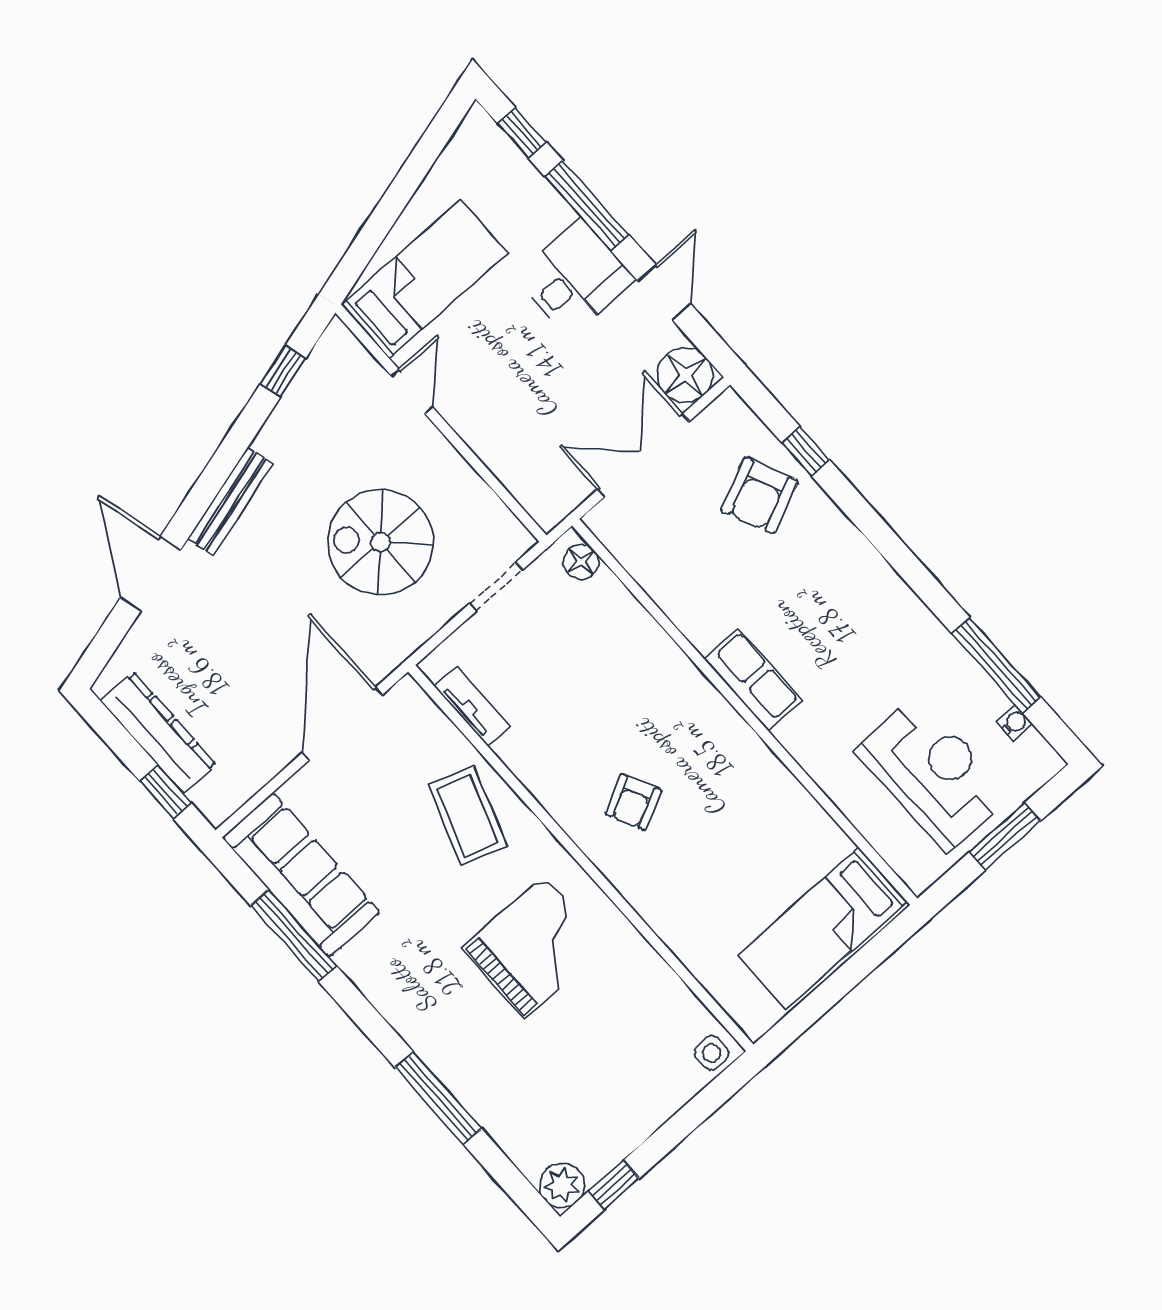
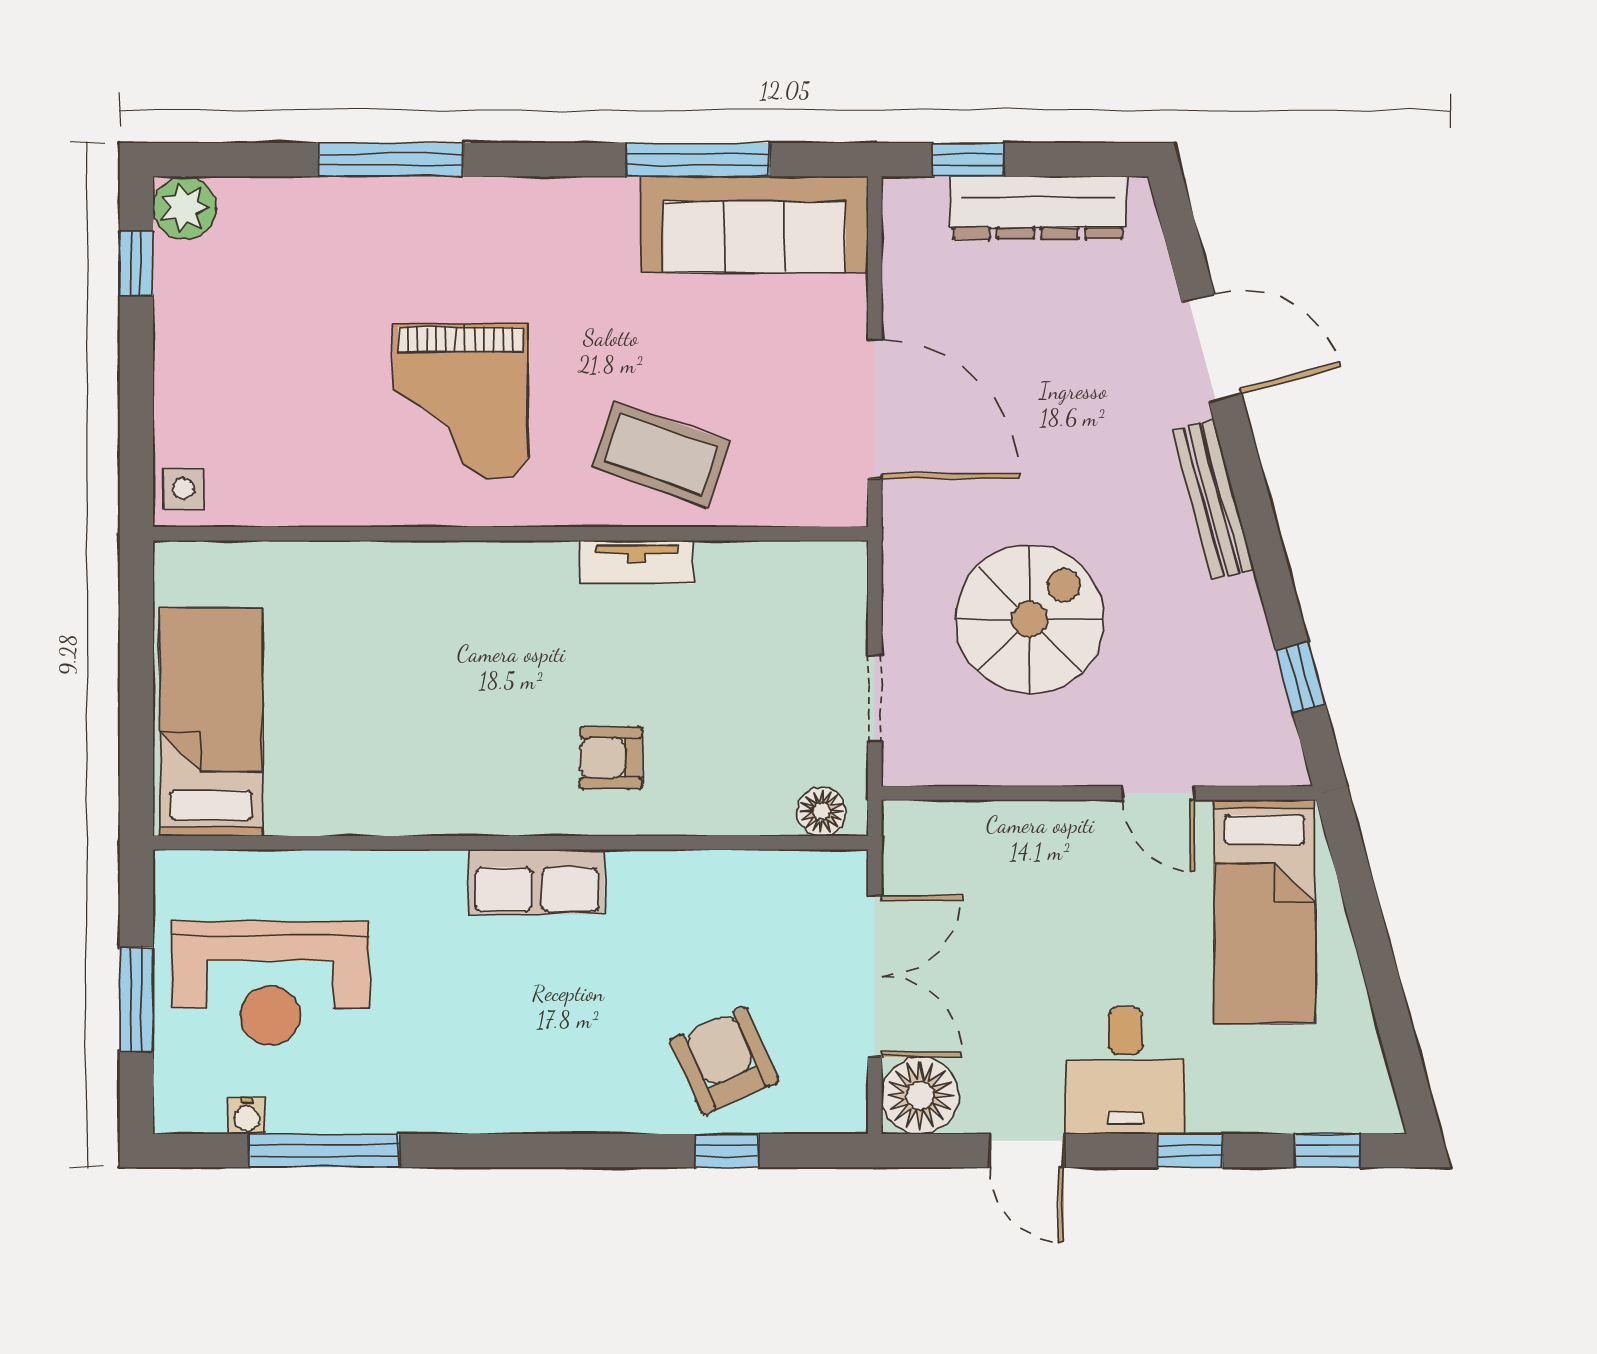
window: (587, 206) -> (1190, 1151), width x0.46
tv unit: (472, 706) -> (637, 562), moved
armchair: (633, 802) -> (611, 758), moved, turned -64

